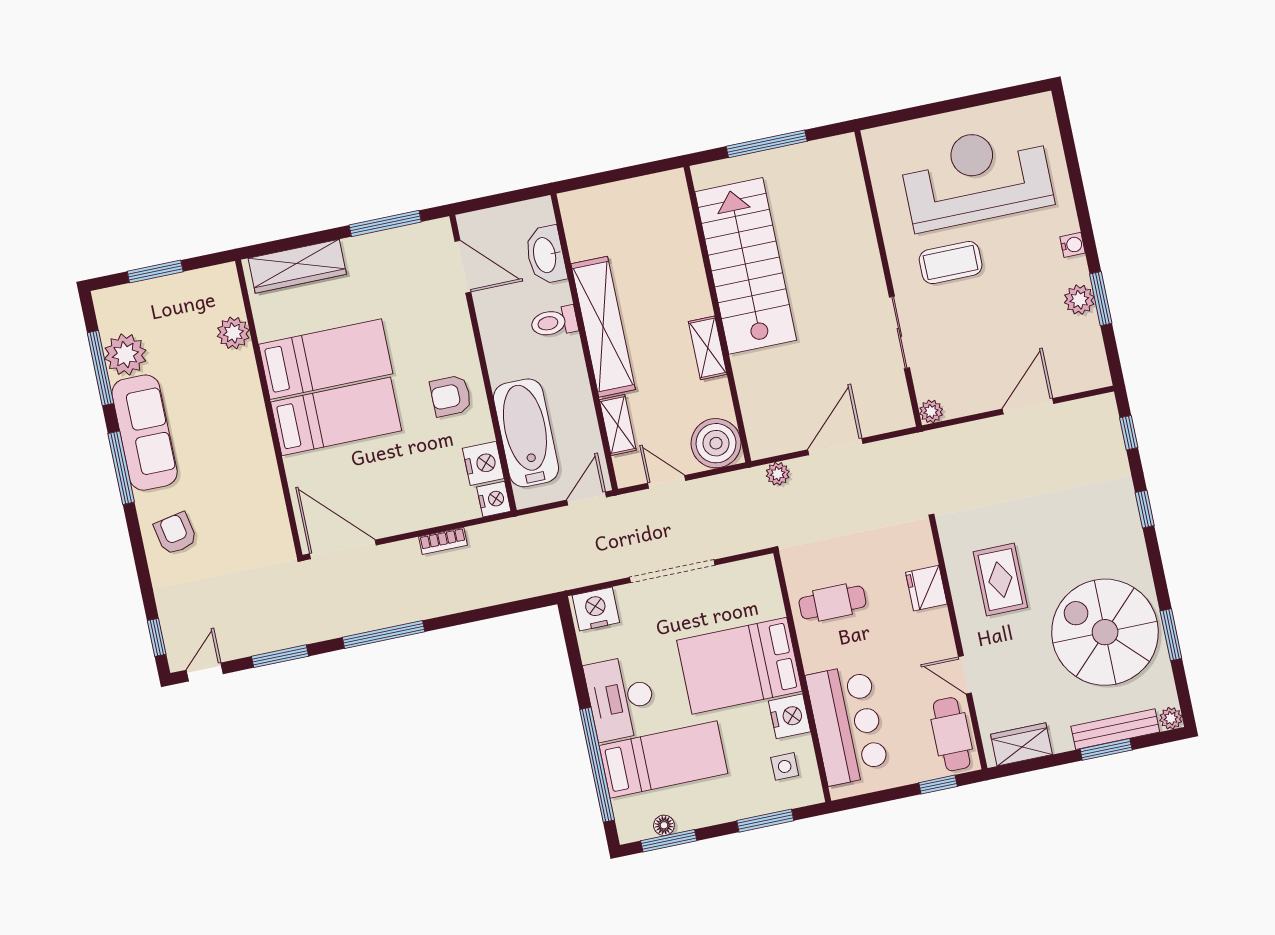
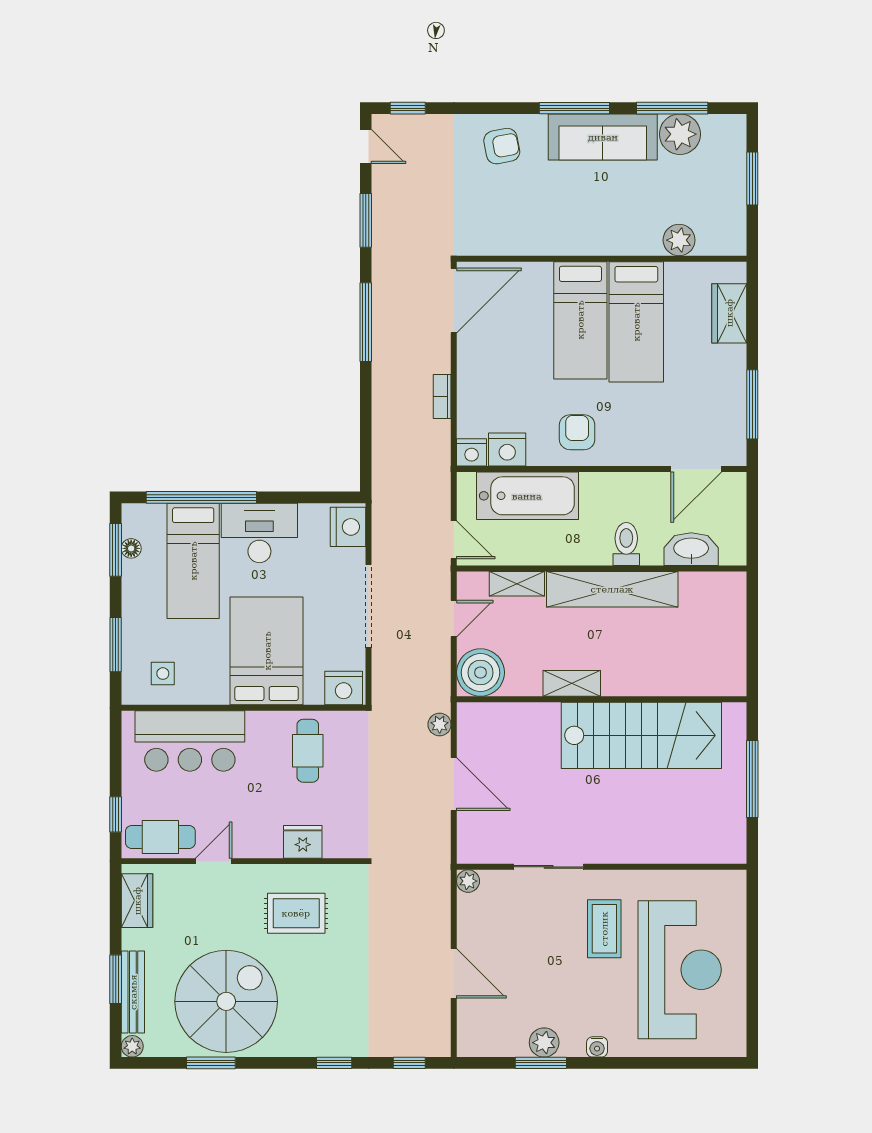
wardrobe: (297, 266) -> (729, 313), width x0.67
nightstand: (790, 716) -> (344, 688), moved

